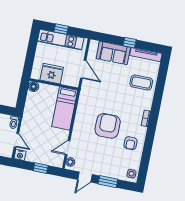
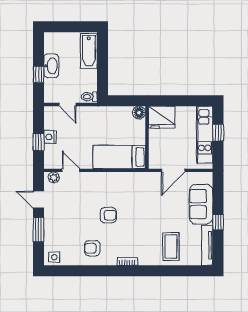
fridge: (52, 74) -> (162, 117), moved, turned 90
armchair: (108, 126) -> (108, 215), width x0.53, depth x0.53
door: (16, 140) -> (67, 105), hinge flipped
nightstand: (20, 155) -> (50, 137), moved

